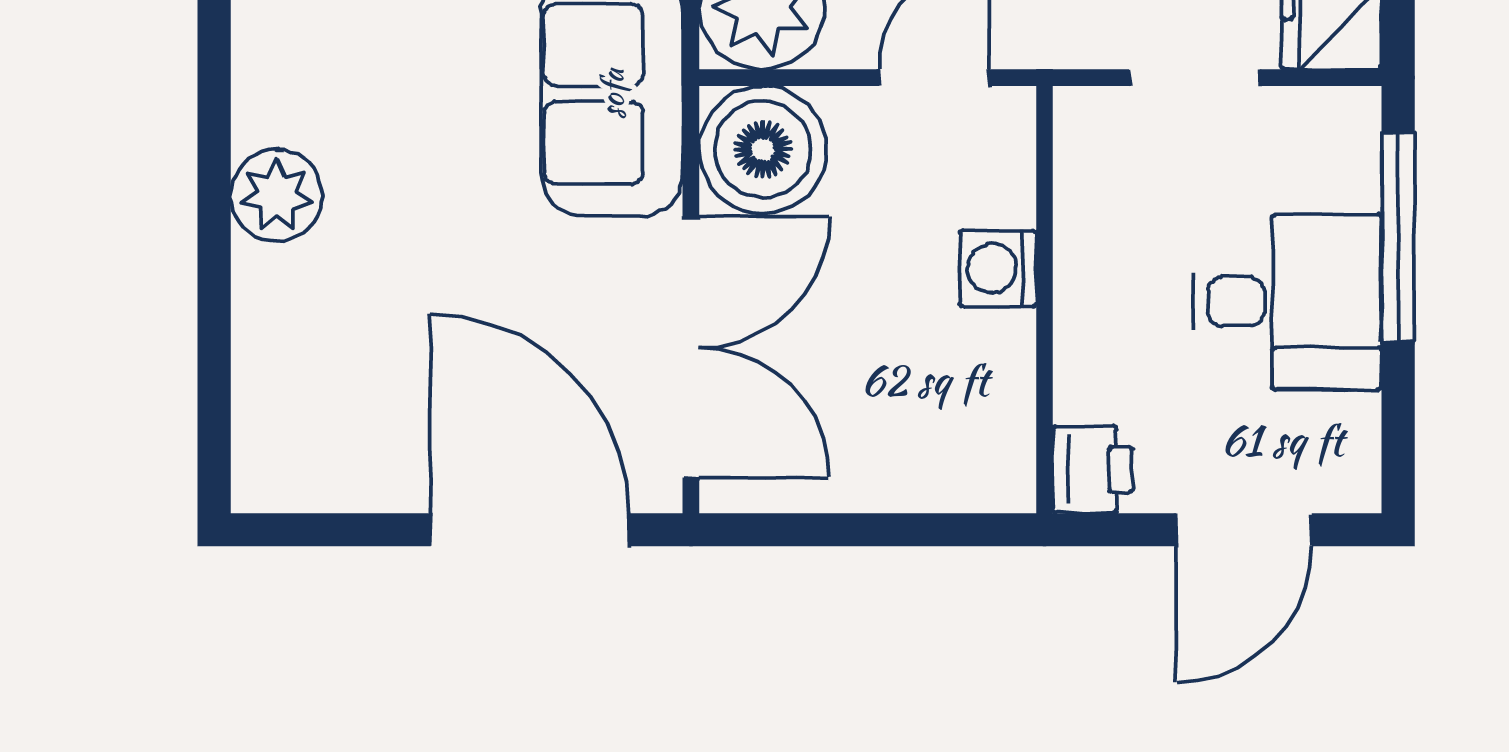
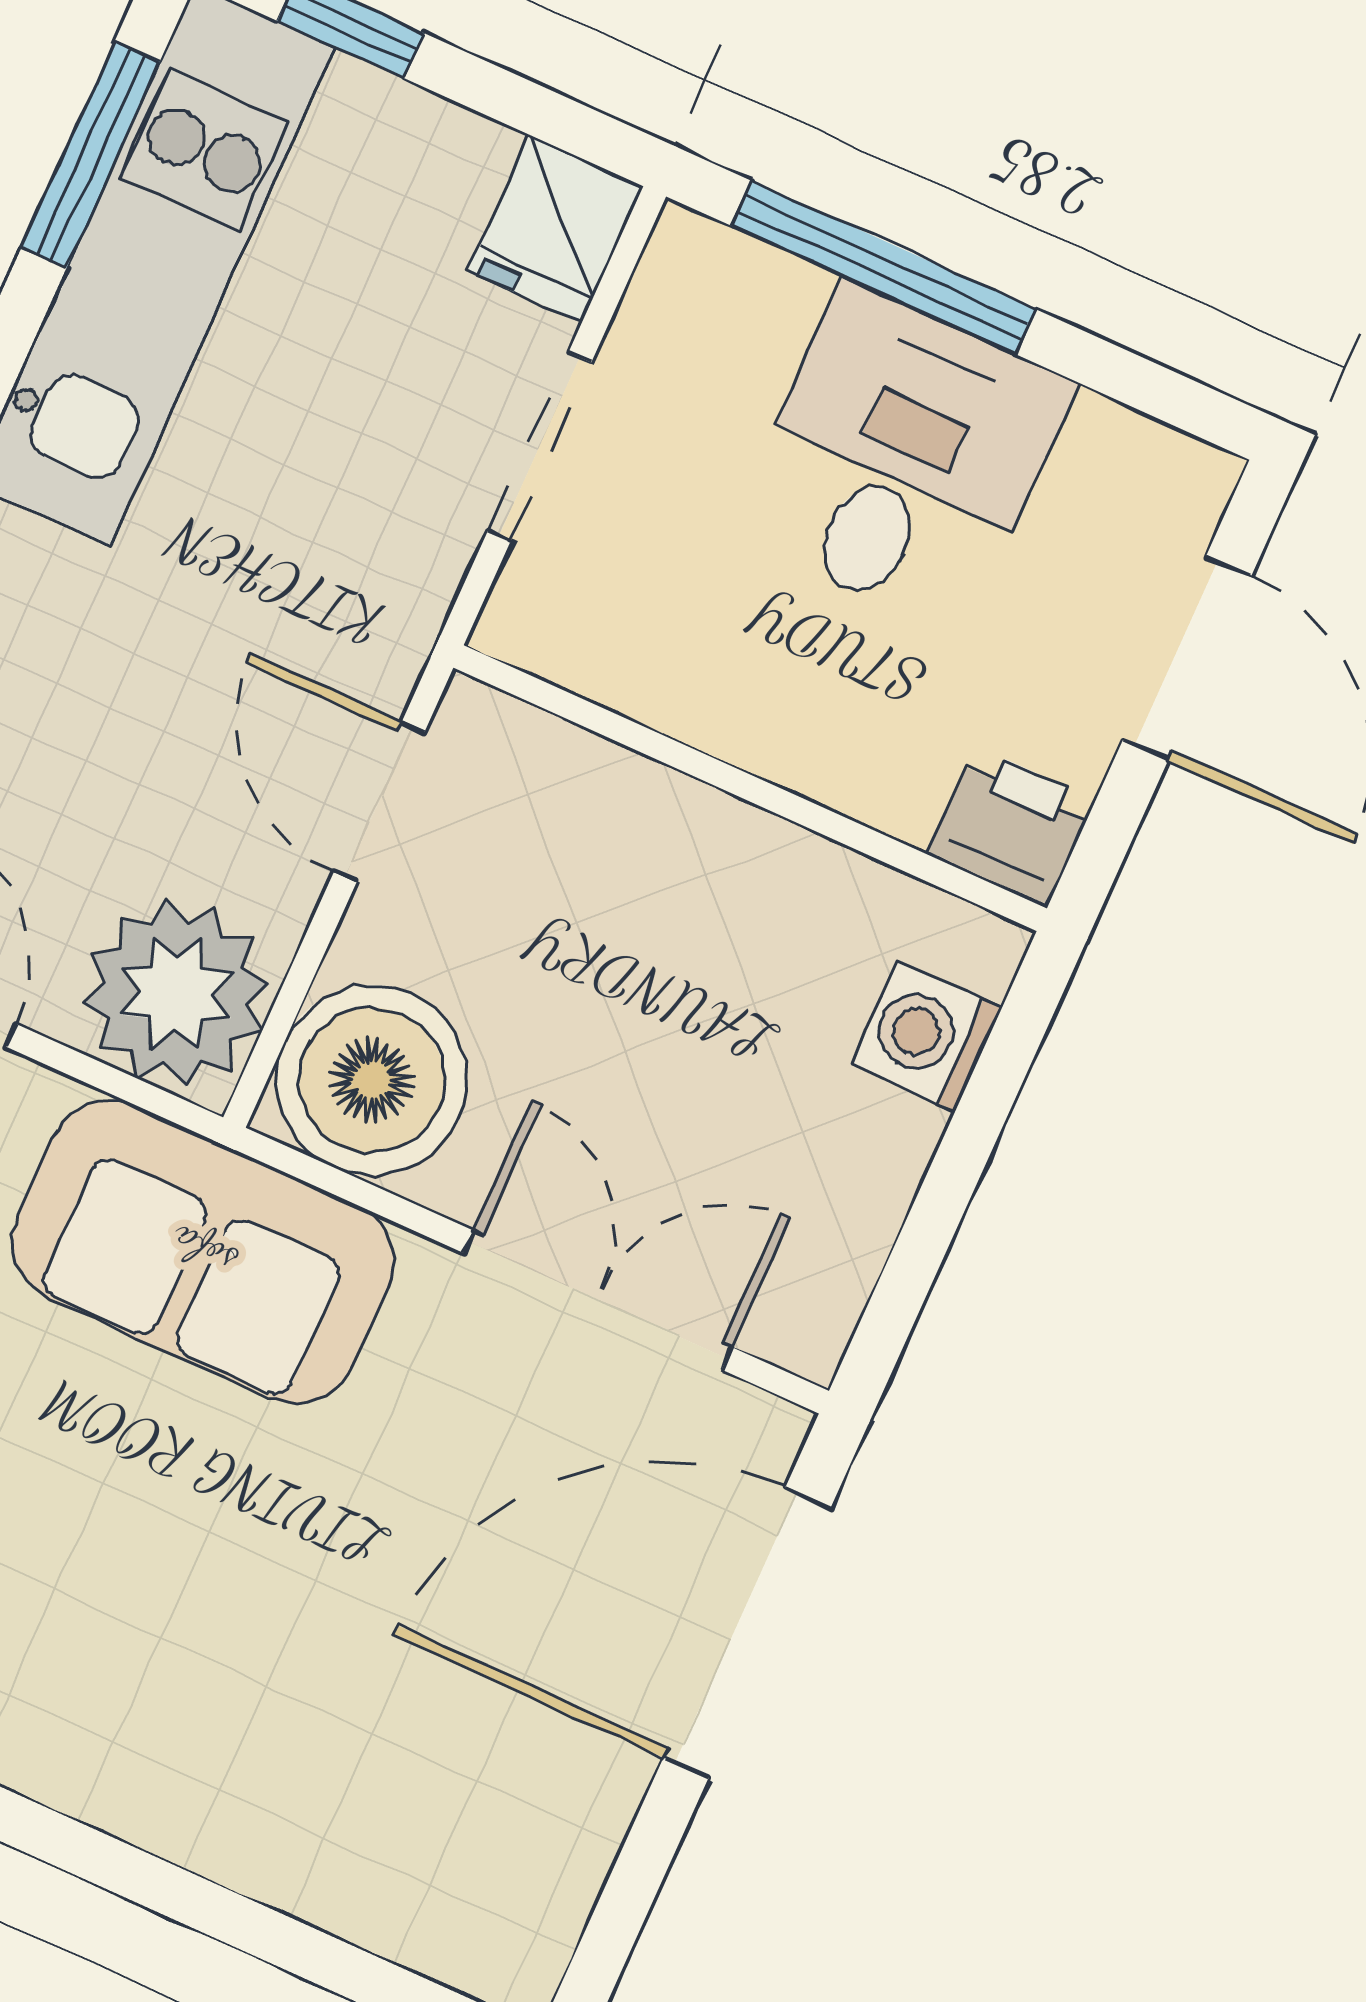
plant: (276, 196) -> (135, 1772), removed
washing machine: (998, 268) -> (927, 1036), moved, turned 90
double door: (691, 347) -> (597, 1300), width x0.73

